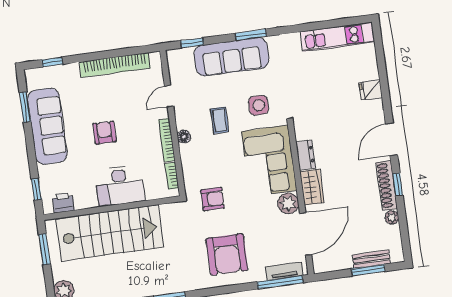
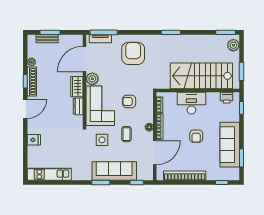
door: (169, 96) -> (155, 153), width x1.87
armchair: (212, 199) -> (129, 101), moved

